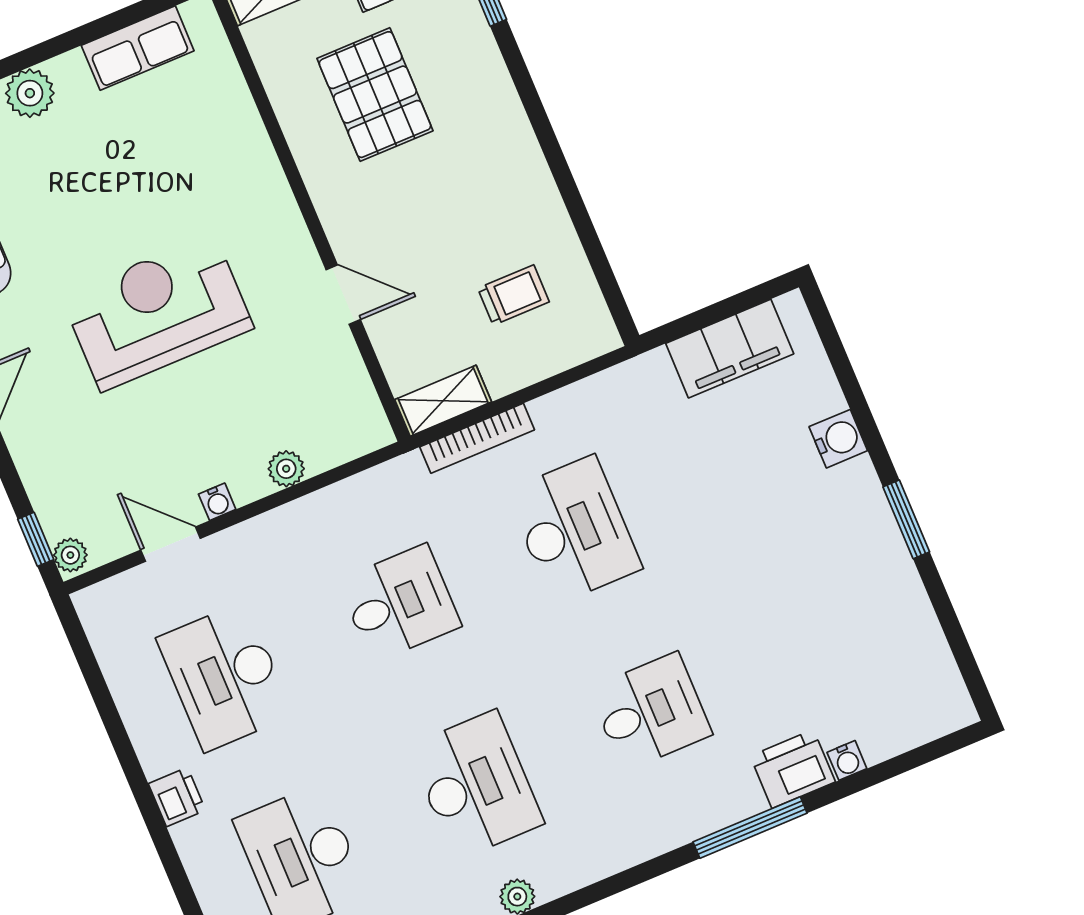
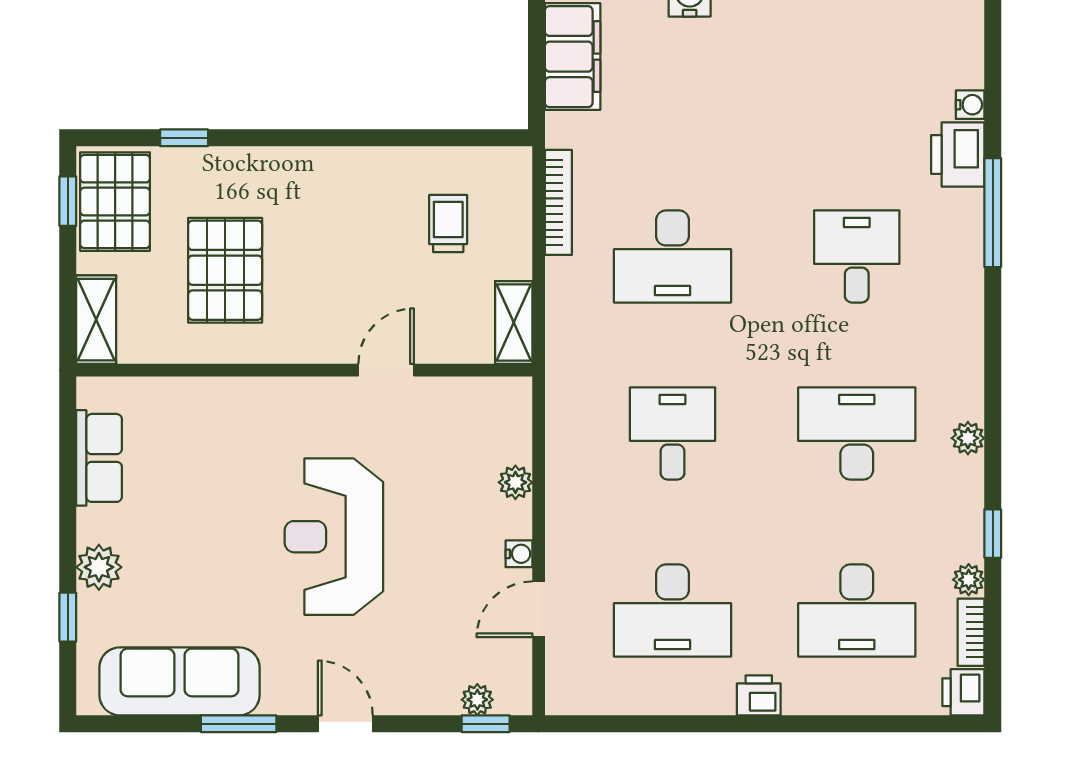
pallet: (375, 95) -> (225, 270), turned 90
bookcase: (477, 438) -> (558, 202), moved
desk: (574, 530) -> (672, 256), turned 180
plant: (70, 555) -> (477, 700), moved

